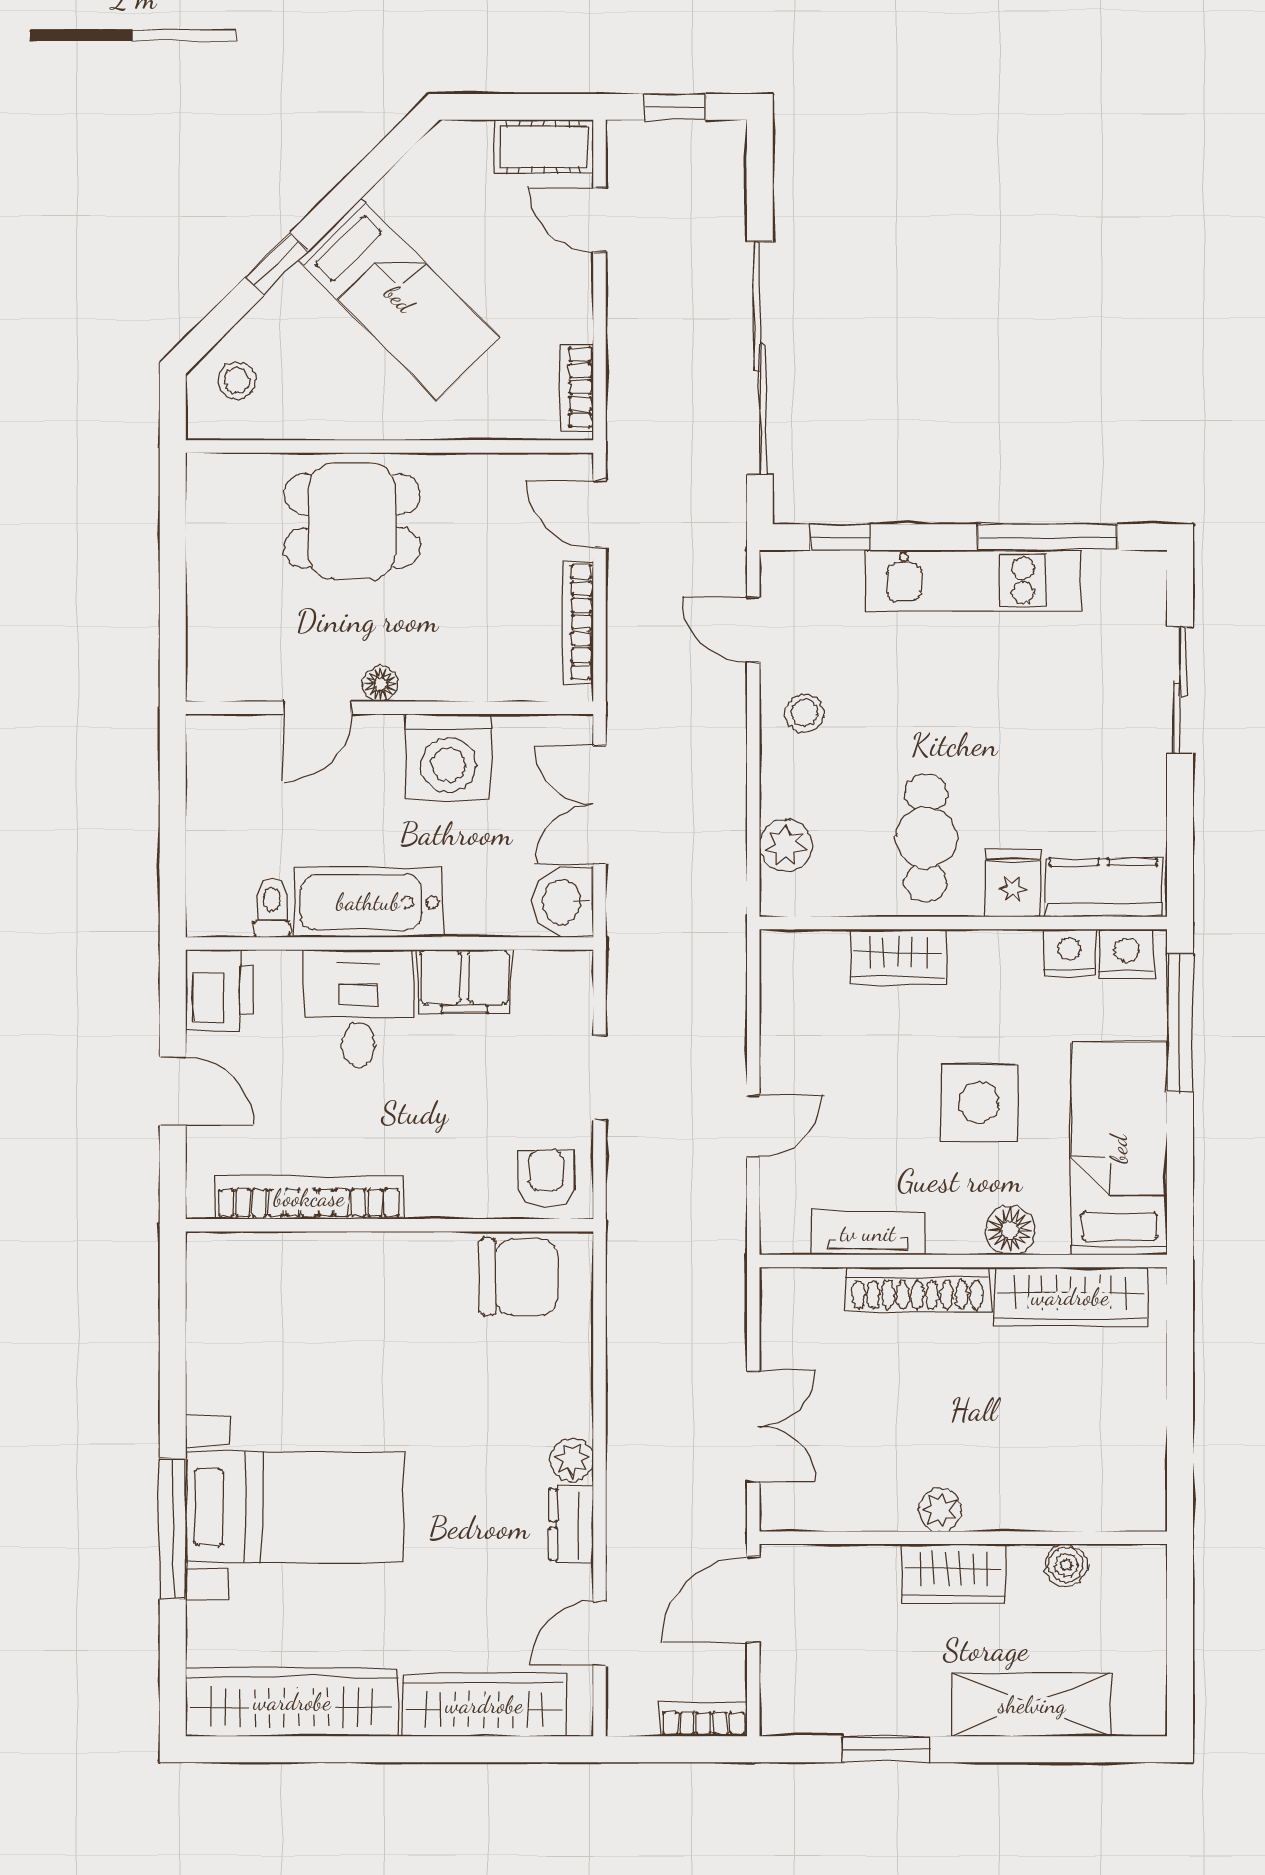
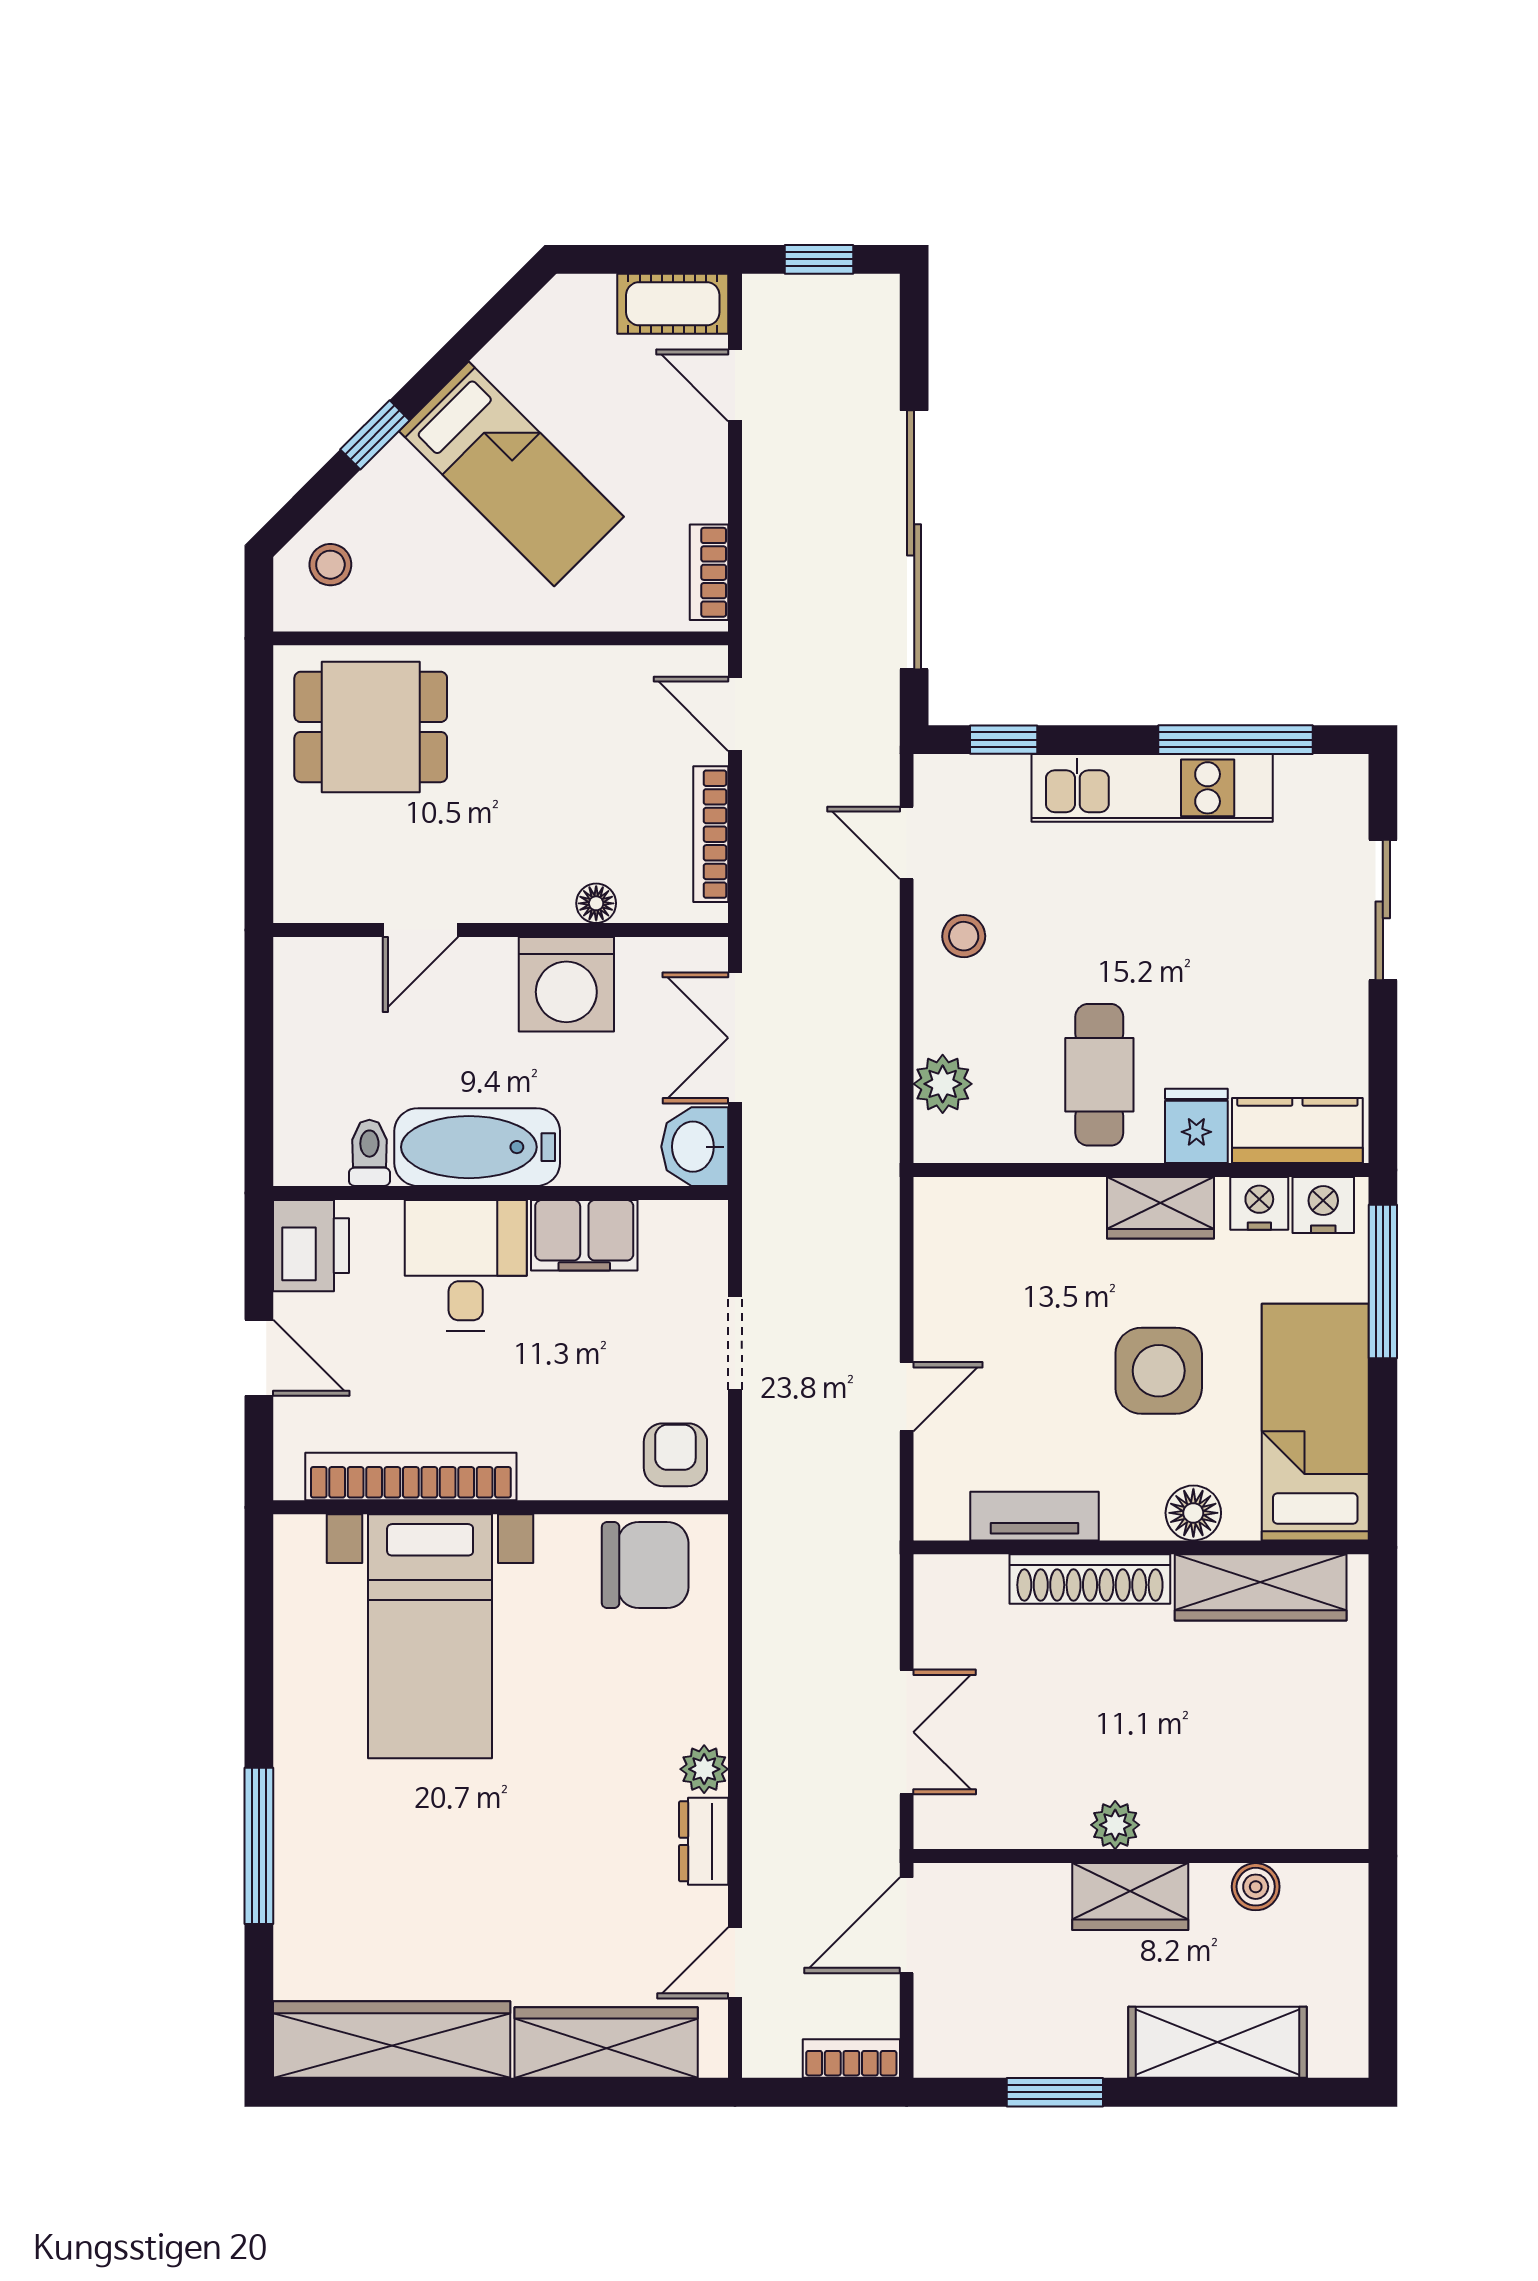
dining table: (352, 521) -> (371, 727), moved
floor lamp: (380, 684) -> (596, 903), moved
wardrobe: (898, 957) -> (1160, 1208), moved
bed with nightstands: (295, 1507) -> (430, 1636), moved, turned 90

